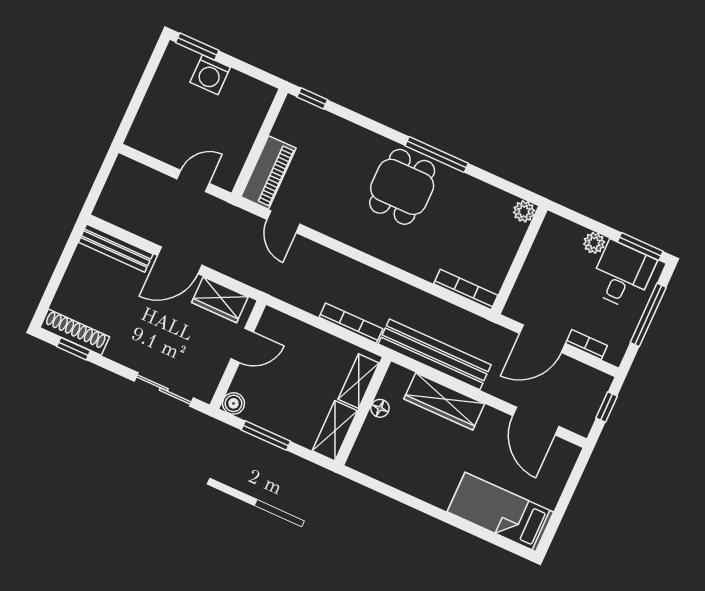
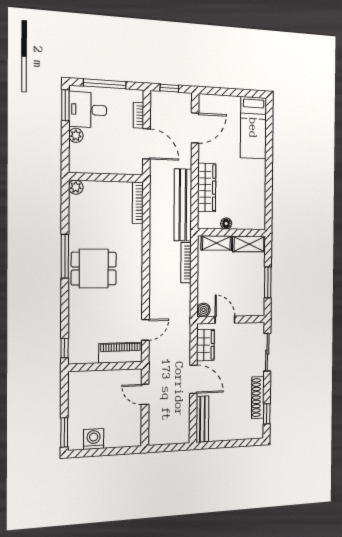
washing machine: (210, 75) -> (94, 439), moved, turned -90
shoe rack: (75, 332) -> (258, 398), moved
boiler: (233, 403) -> (204, 310), moved

